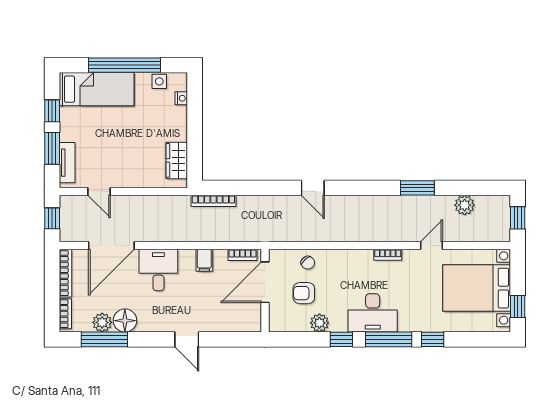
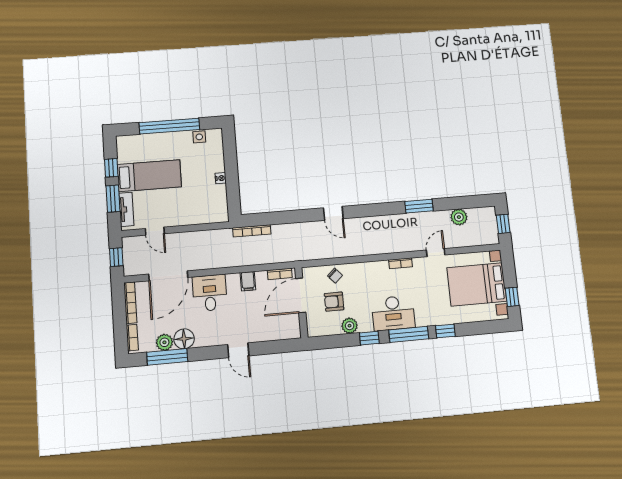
bed: (97, 89) -> (149, 176), moved
nightstand: (181, 98) -> (221, 178), moved
wardrobe: (177, 160) -> (219, 200), removed

